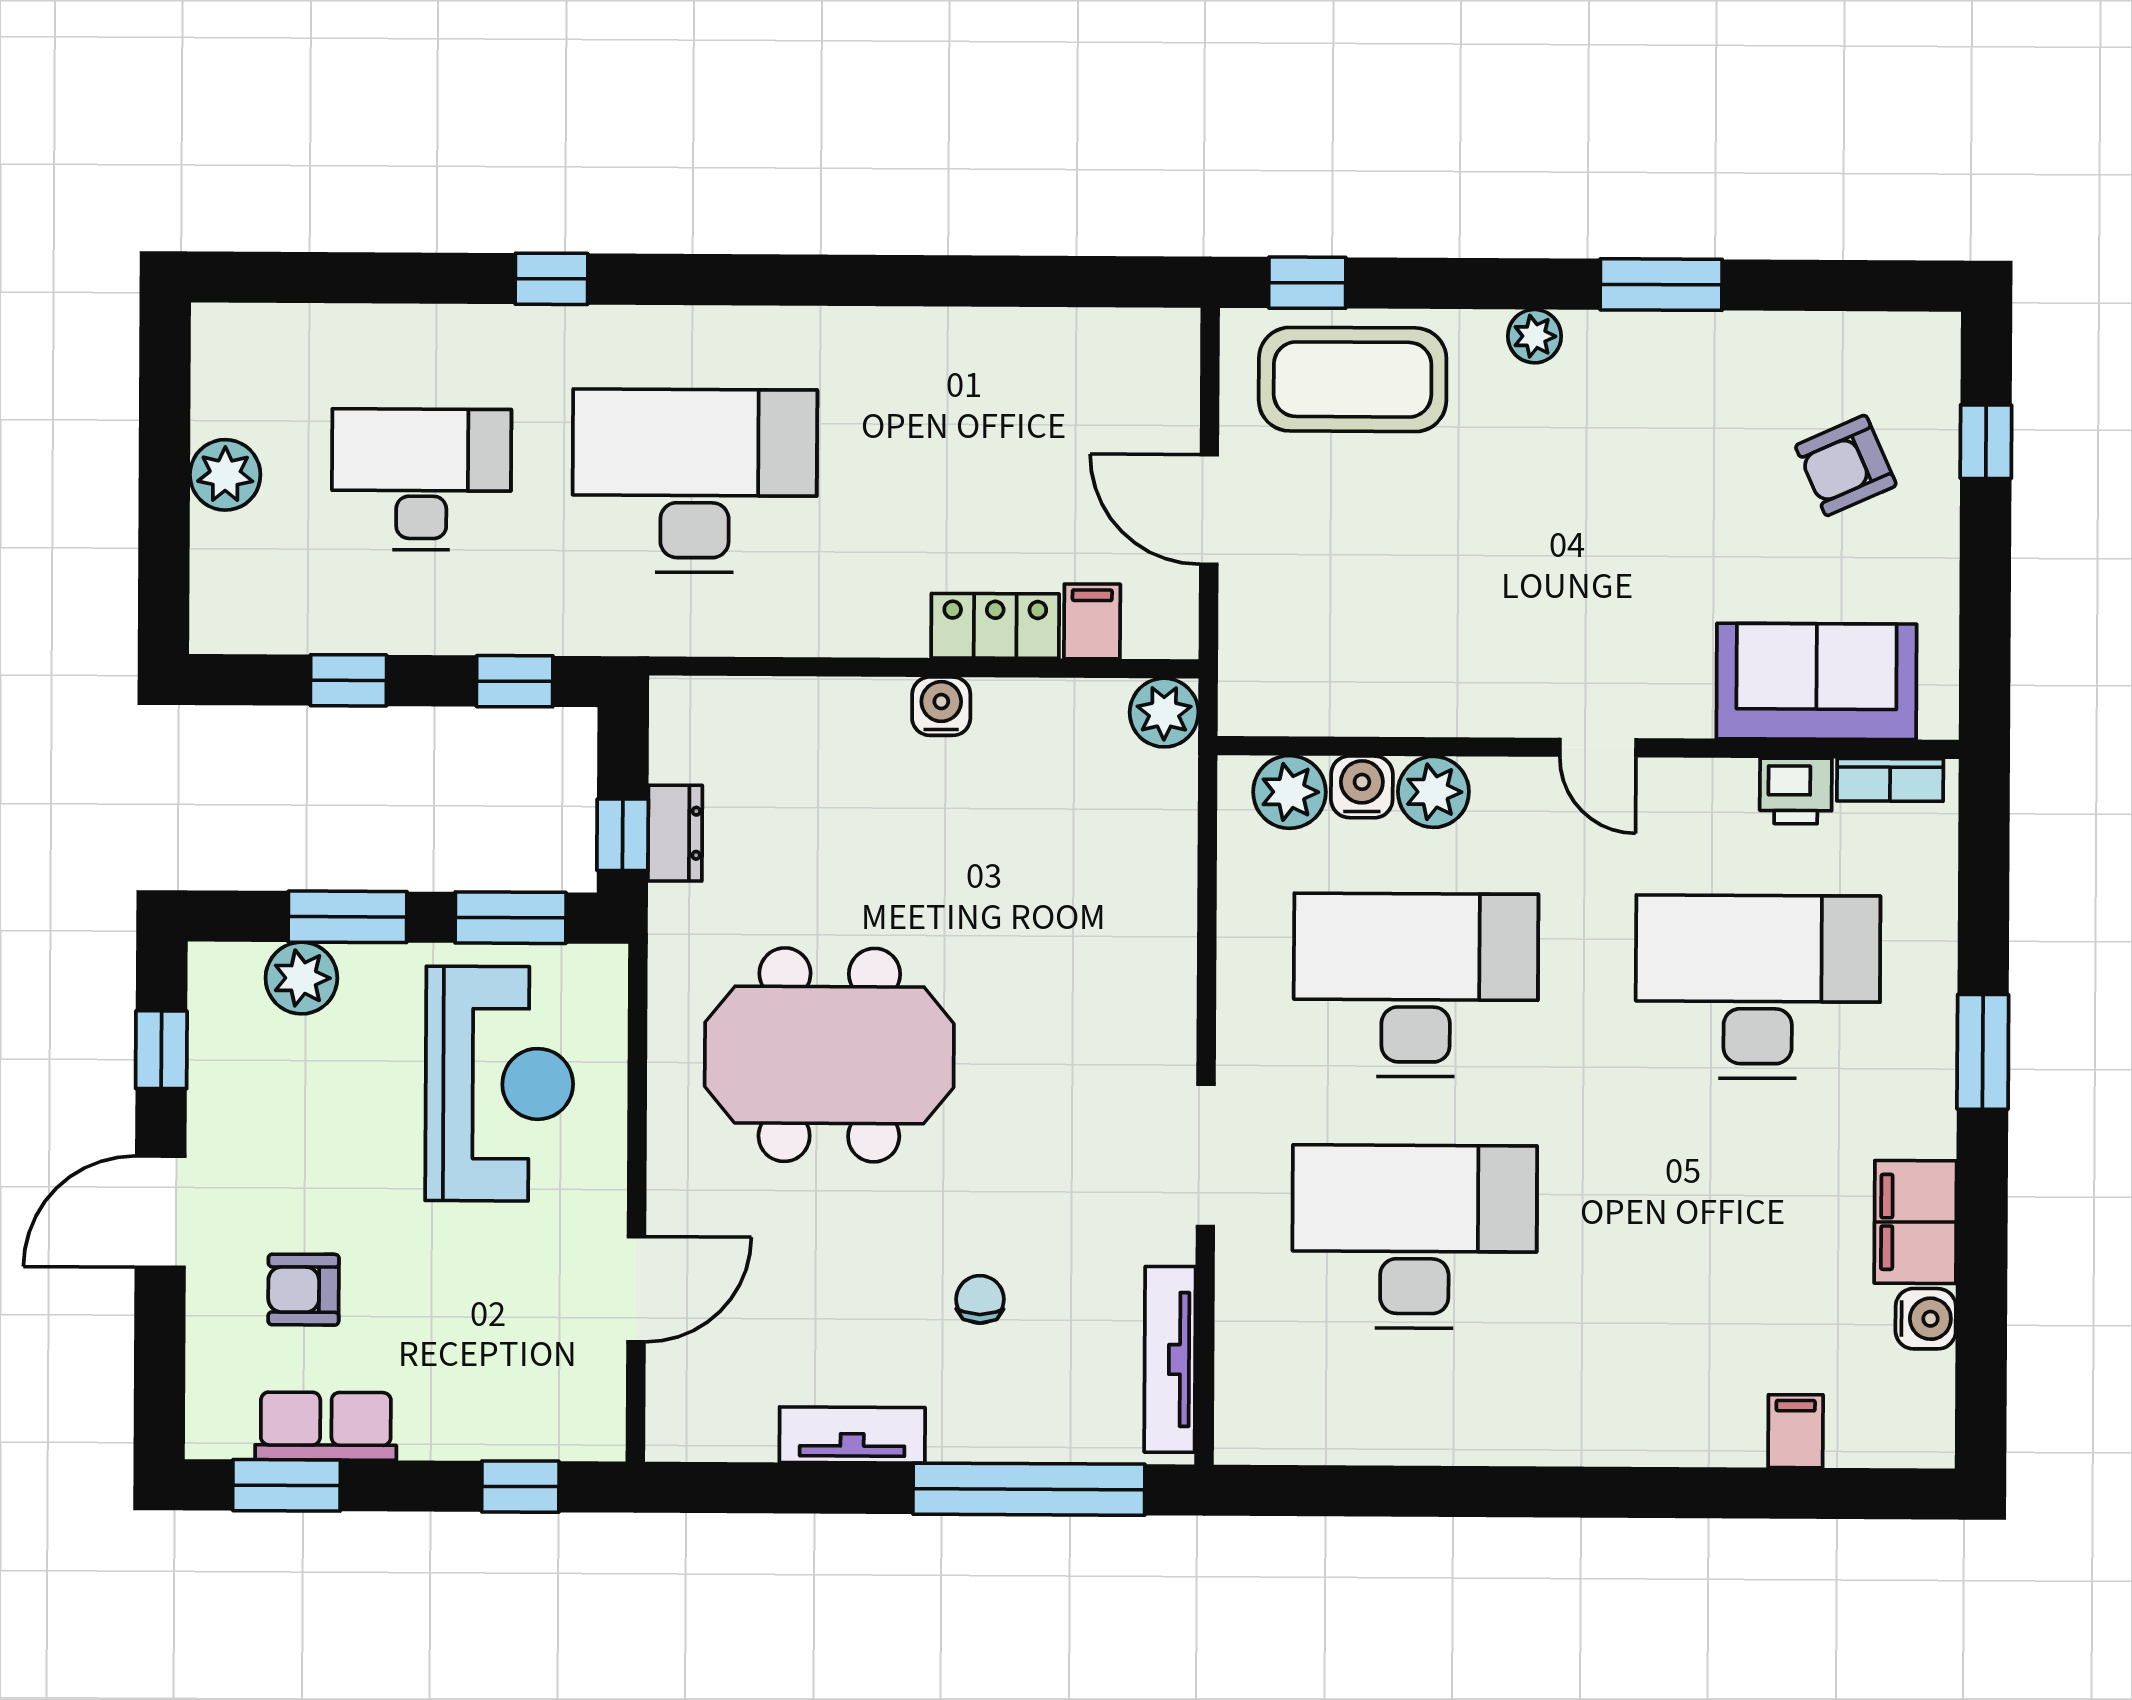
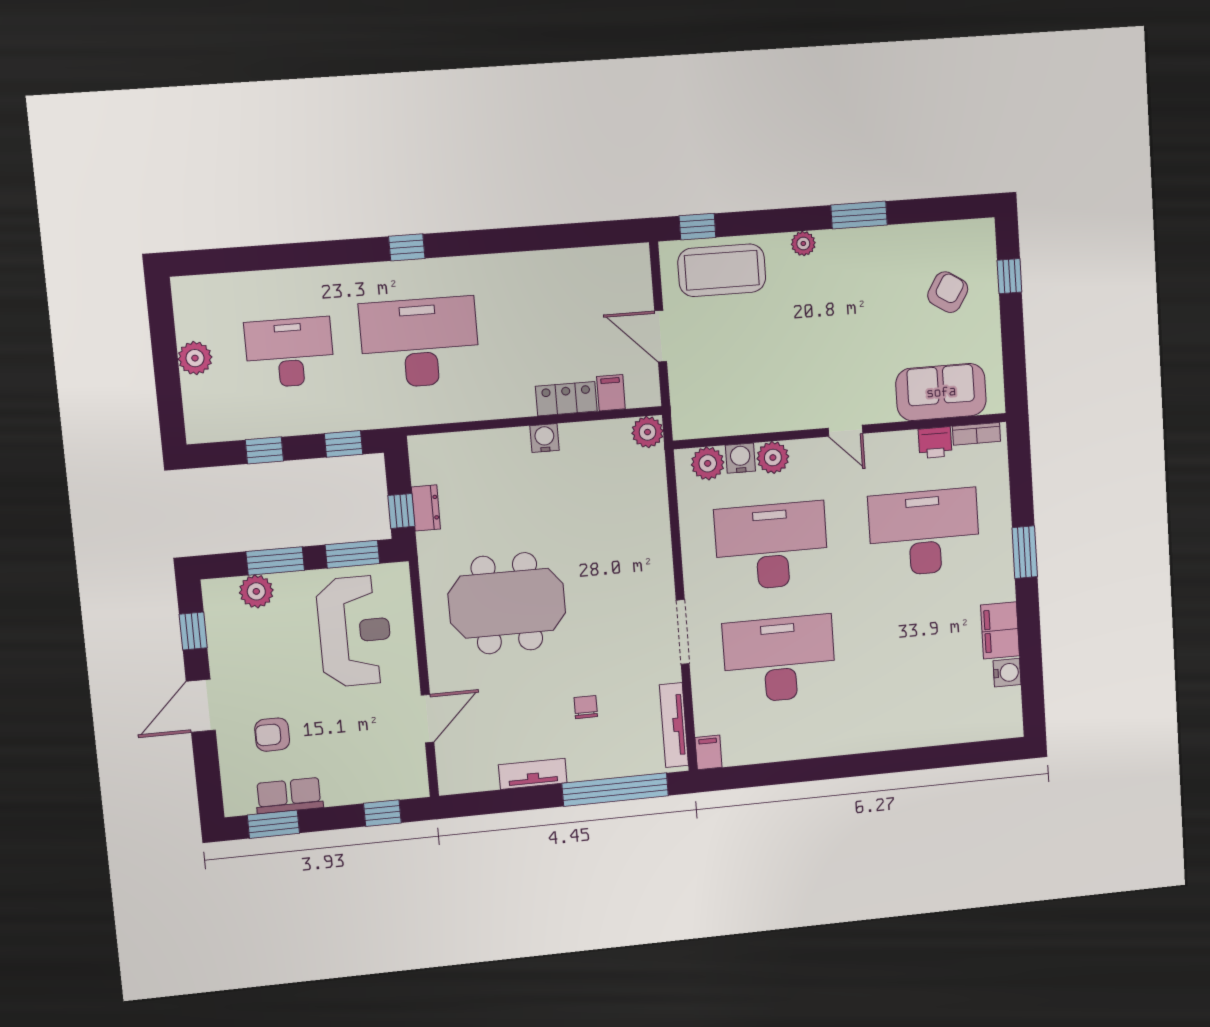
window: (552, 279) -> (407, 247), moved
armchair: (1846, 465) -> (948, 292), turned 146
filing cabinet: (1796, 1431) -> (708, 752), moved

